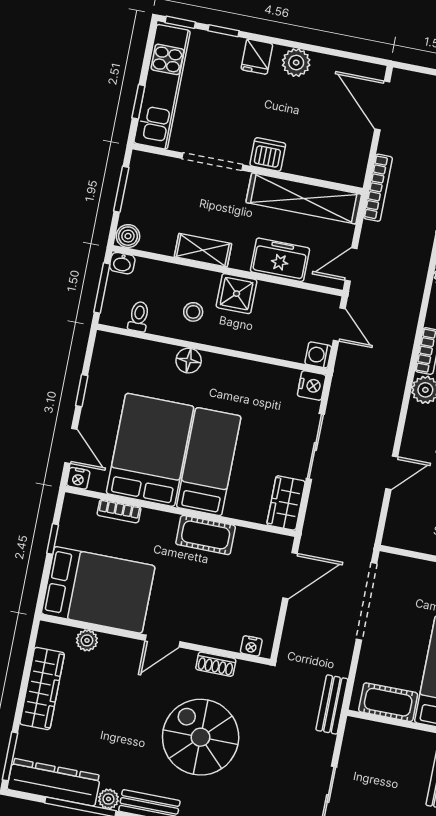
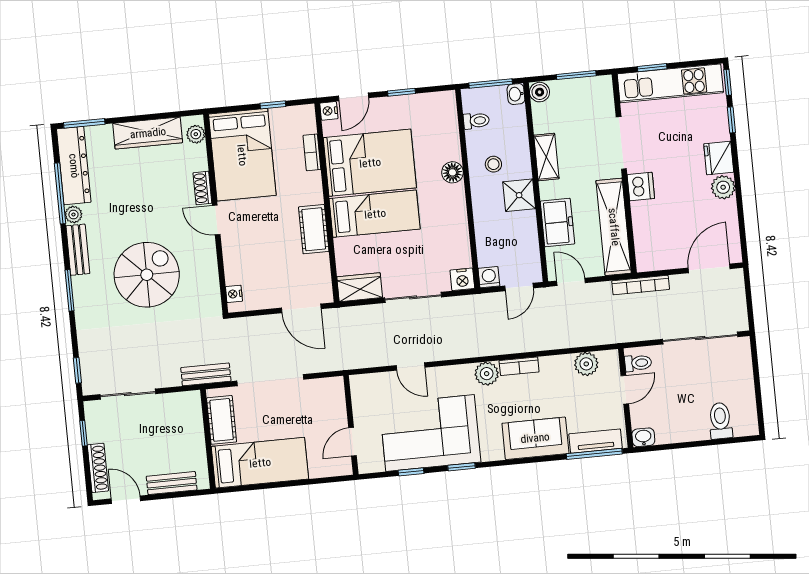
fridge: (257, 57) -> (719, 158), width x1.38
doorway: (366, 601) -> (270, 380), moved
plant: (87, 640) -> (196, 134), moved
shoe rack: (216, 664) -> (202, 188), moved

